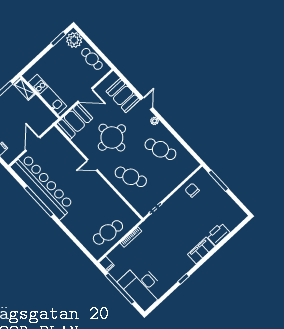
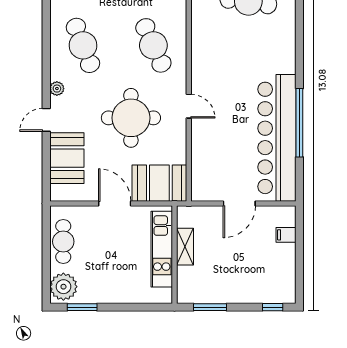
shelving: (25, 89) -> (185, 247), moved

